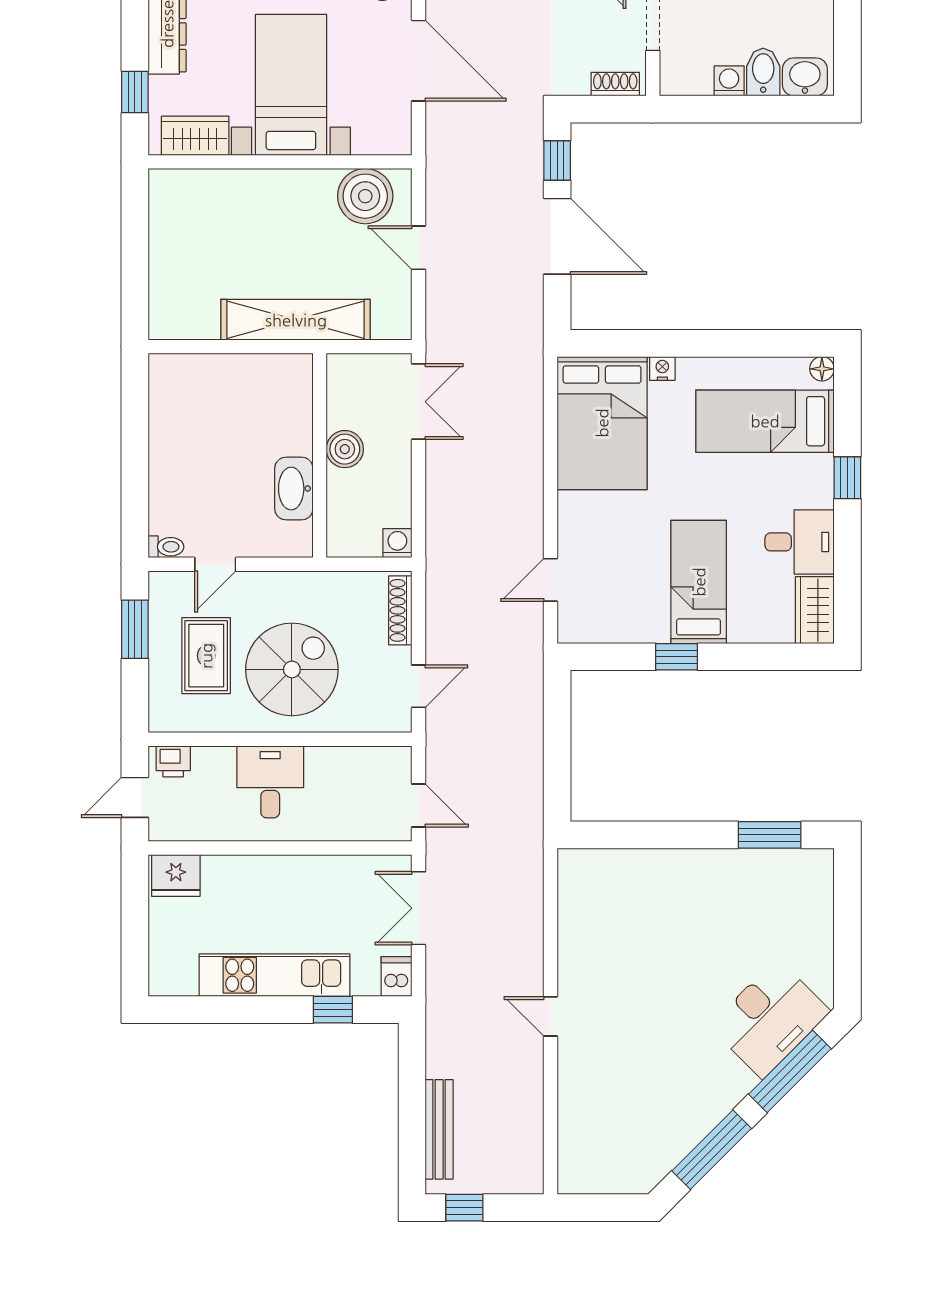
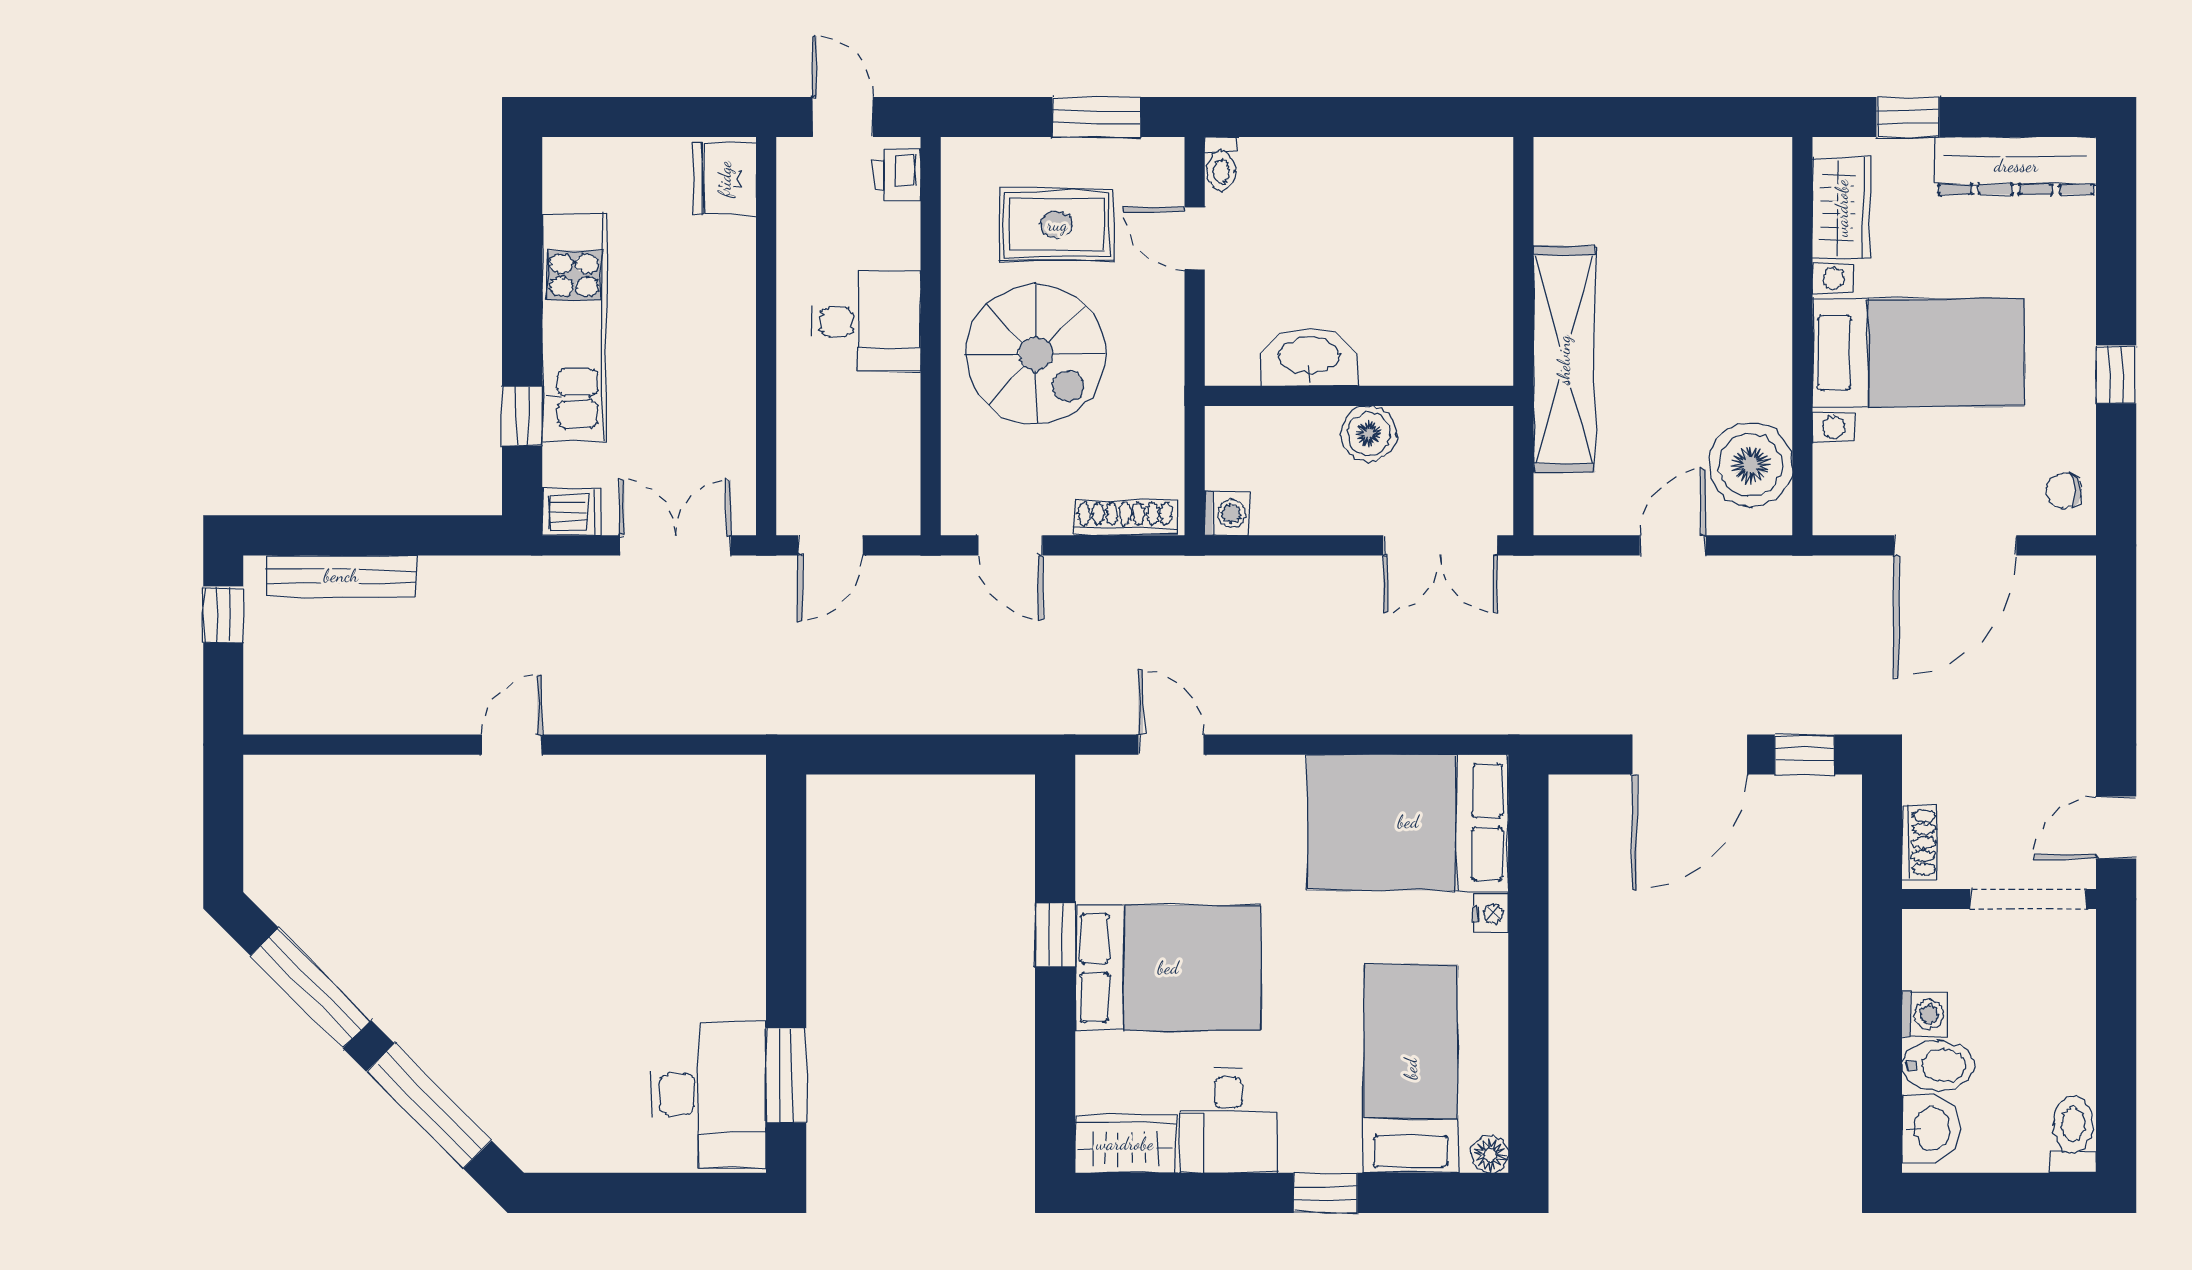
bed: (699, 582) -> (1168, 968), width x1.50
desk: (770, 1019) -> (708, 1094), moved, turned -135

